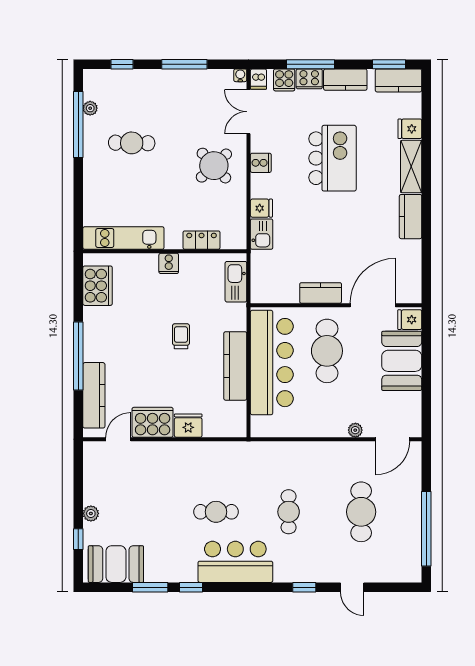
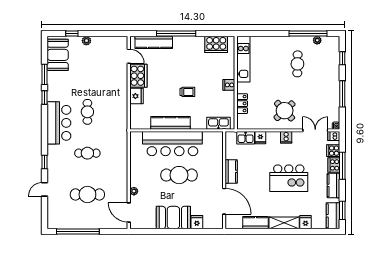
kitchen counter: (321, 293) -> (231, 171), moved
wall: (336, 305) -> (224, 180), moved
door: (373, 305) -> (224, 201), moved

